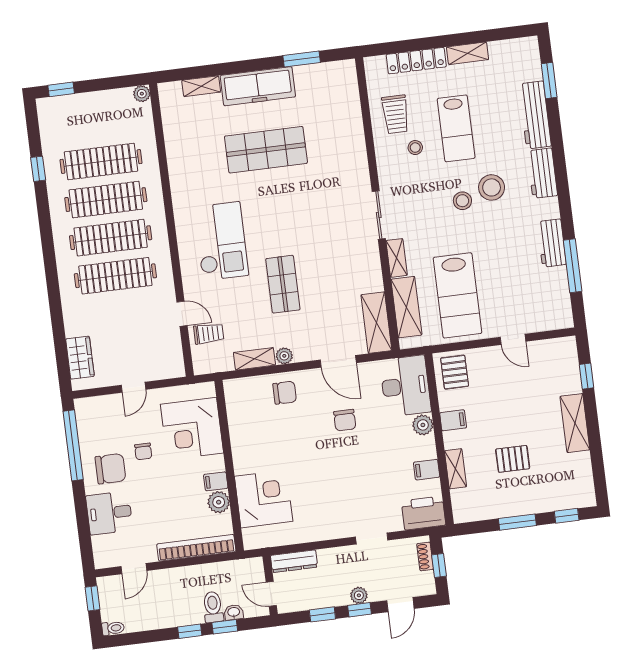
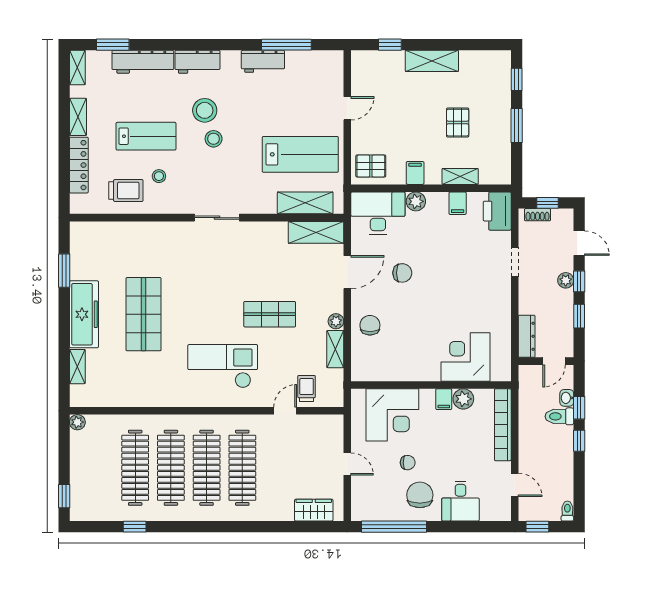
shelving: (397, 258) -> (77, 68), moved, turned 90

